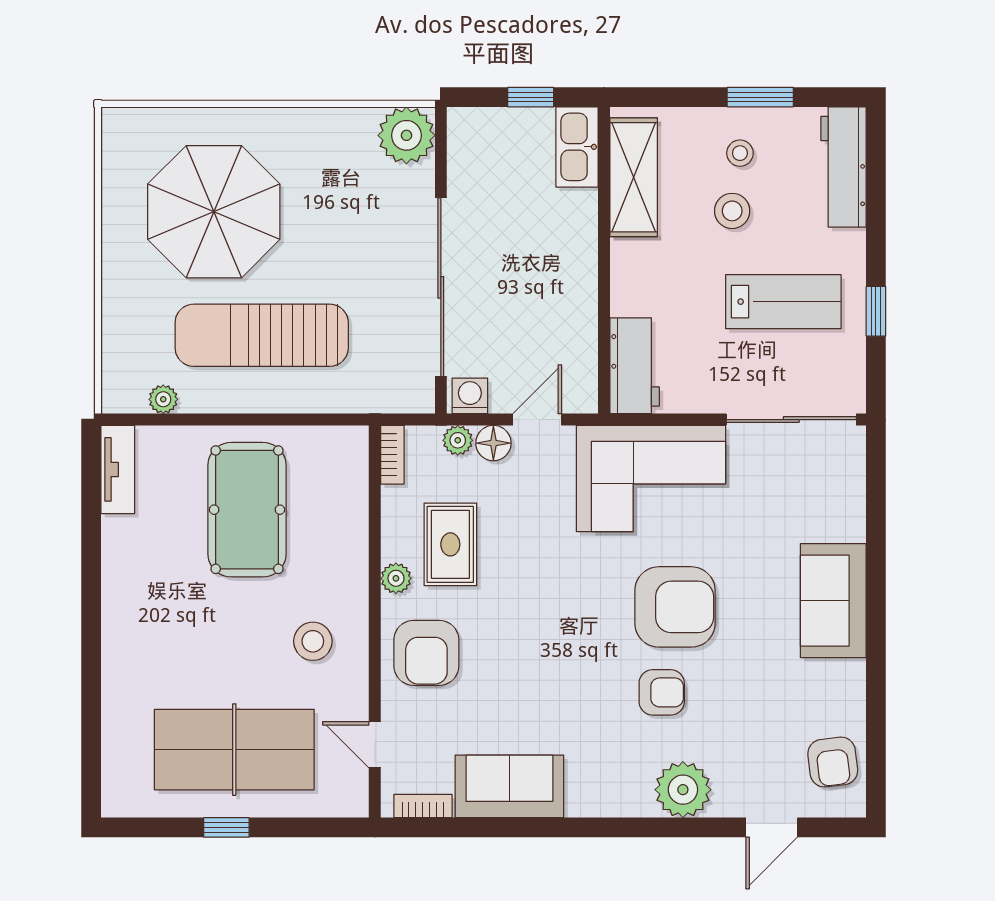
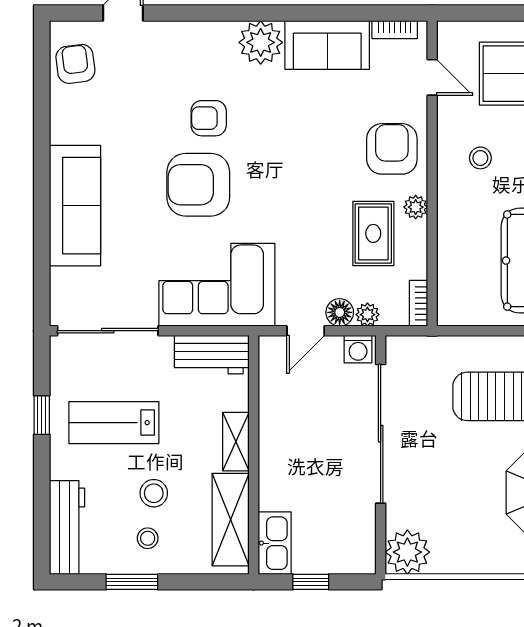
shelving: (627, 277) -> (236, 442), added
workbench: (635, 366) -> (212, 355), moved, turned -90
sofa: (833, 601) -> (75, 206), width x1.36
stool: (313, 641) -> (480, 158), width x0.73, depth x0.73
plant: (683, 790) -> (261, 42), moved

